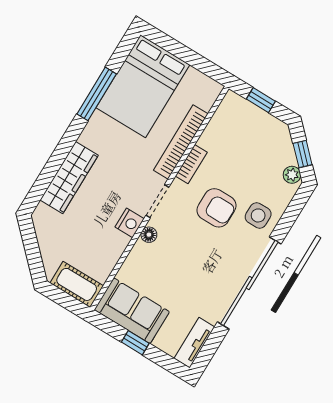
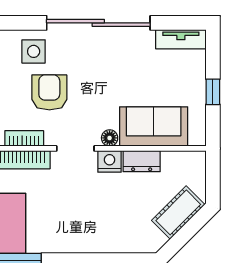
wardrobe: (69, 178) -> (102, 240), removed
dresser: (114, 249) -> (142, 161), added
cot: (77, 284) -> (178, 212), moved, turned 45
sofa: (132, 311) -> (154, 126), moved, turned 90

